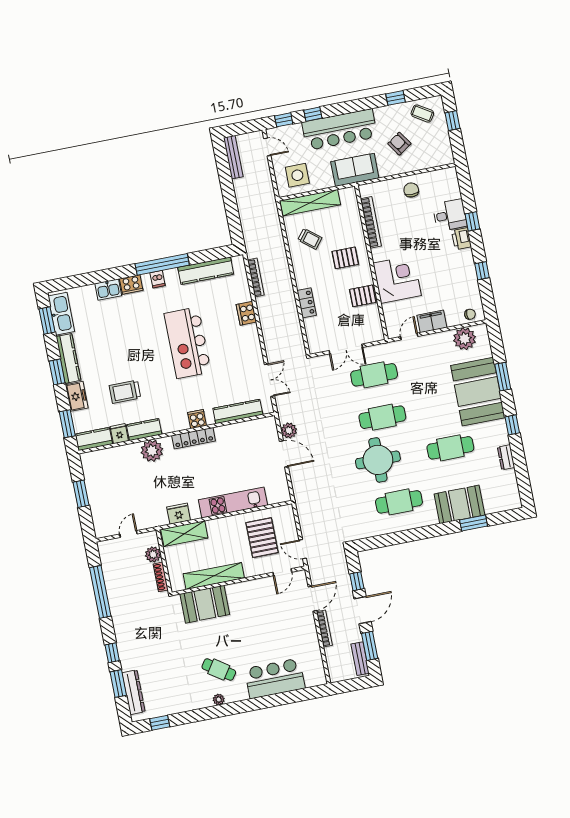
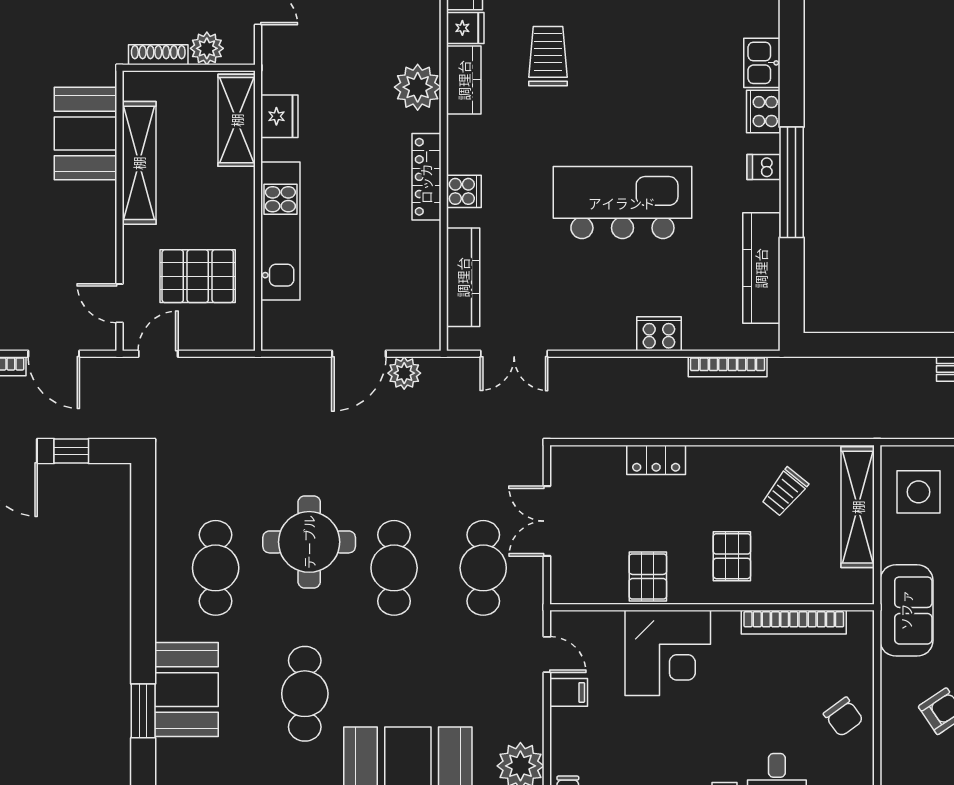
chair: (411, 190) -> (843, 717), turned 54
filing cabinet: (432, 321) -> (569, 692), width x0.50

